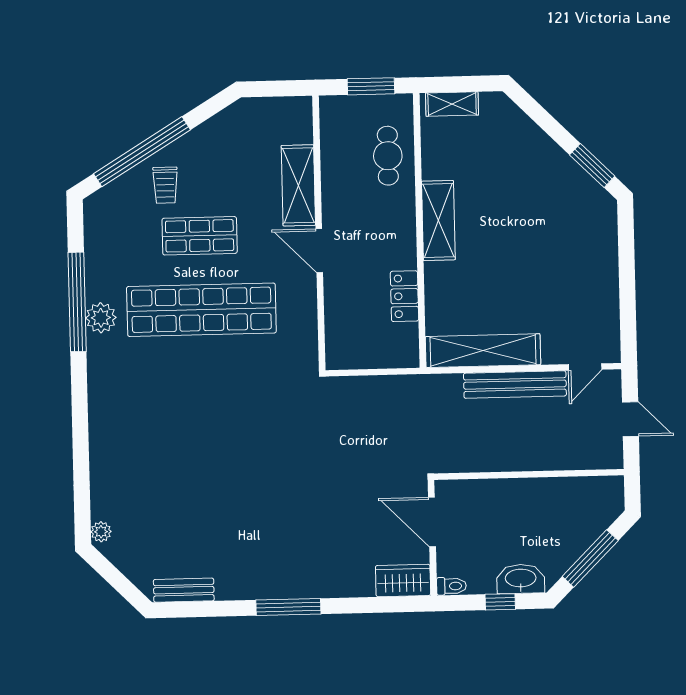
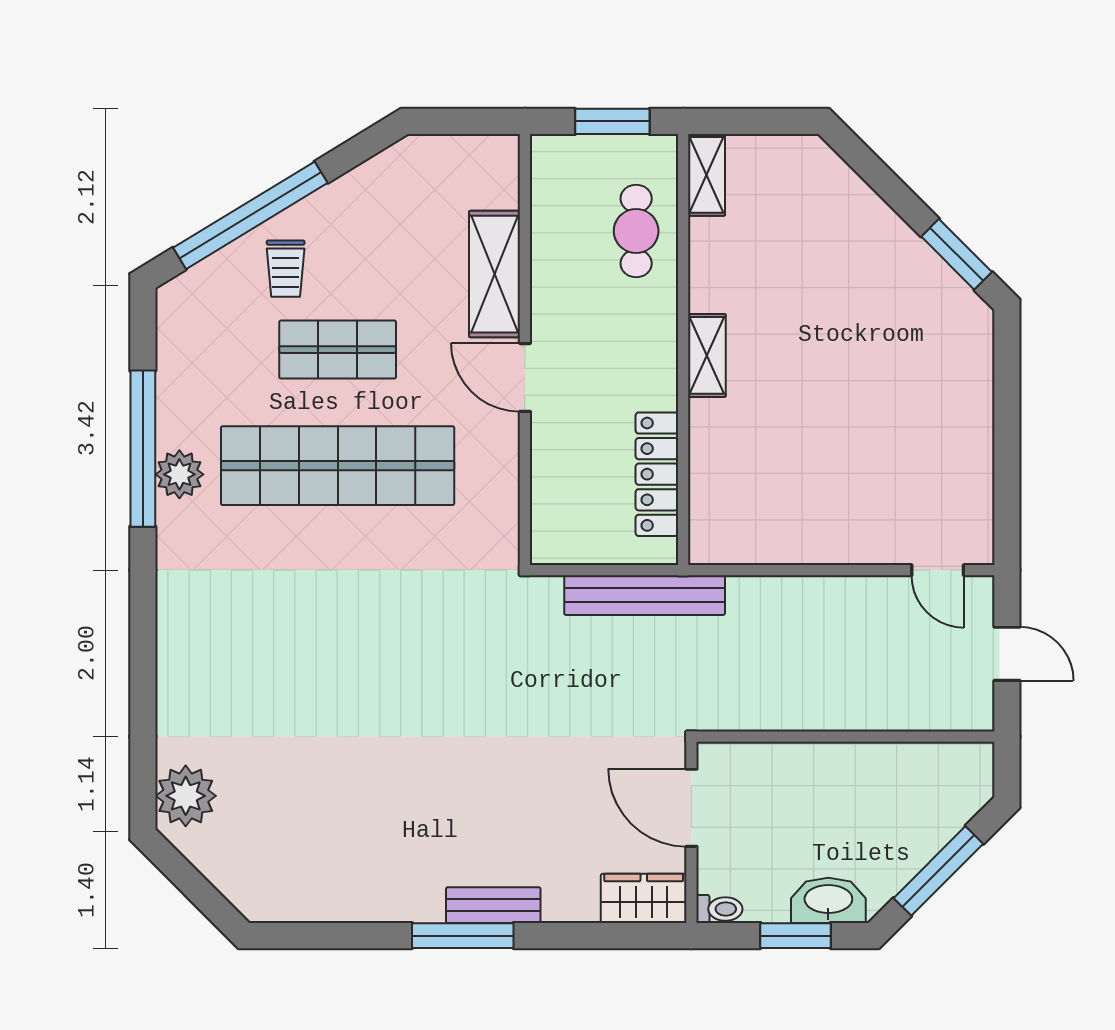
shelving: (452, 104) -> (707, 175), moved, turned 90
shelving: (438, 220) -> (707, 355), width x0.67, depth x0.75
locker: (404, 296) -> (657, 474), width x1.53
shelving: (483, 351) -> (778, 541), removed
door: (585, 367) -> (938, 570), hinge flipped
bench: (515, 385) -> (645, 595), moved
plant: (101, 532) -> (186, 796), width x1.88, depth x1.88
bench: (184, 590) -> (493, 905), moved
window: (500, 602) -> (795, 936), width x1.50

